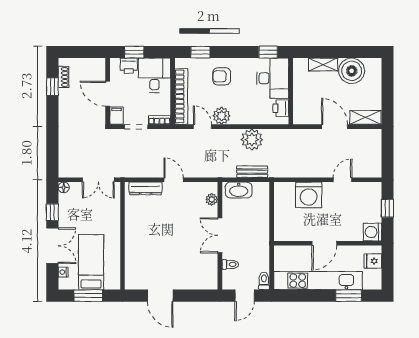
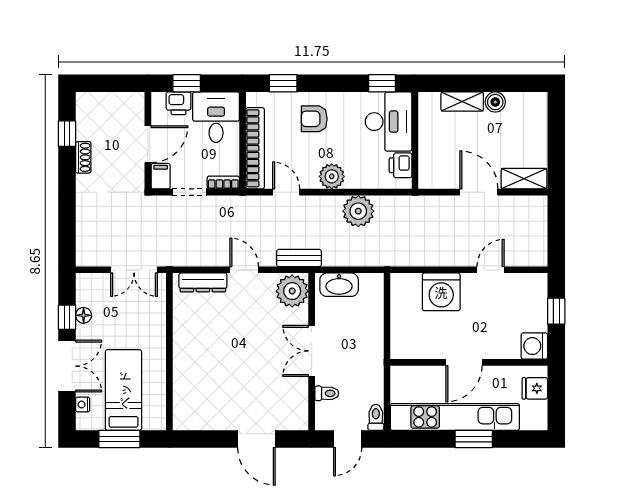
boiler: (352, 71) -> (495, 102), width x0.54, depth x0.54
shoe rack: (63, 77) -> (83, 157), moved
door: (108, 94) -> (148, 144), swing flipped
plant: (222, 116) -> (332, 176), moved
bench: (252, 172) -> (299, 258), moved
floor lamp: (64, 187) -> (84, 315), moved
plant: (212, 199) -> (292, 291), width x1.88, depth x1.88
door: (160, 296) -> (256, 439), moved
window: (349, 296) -> (474, 439), moved

